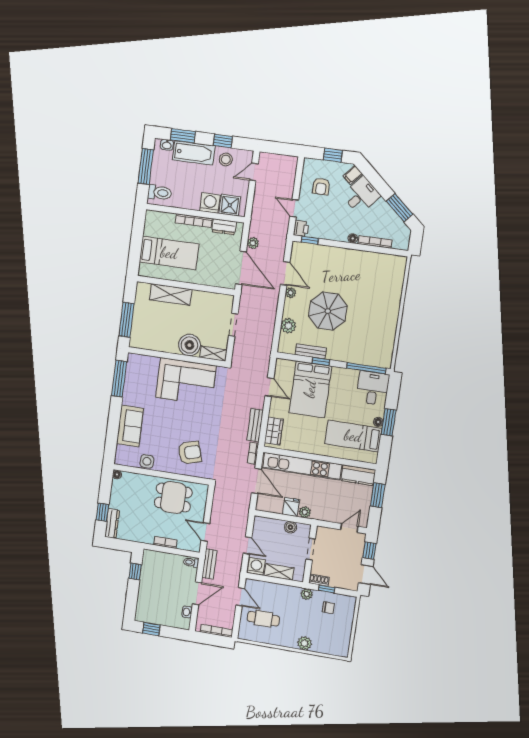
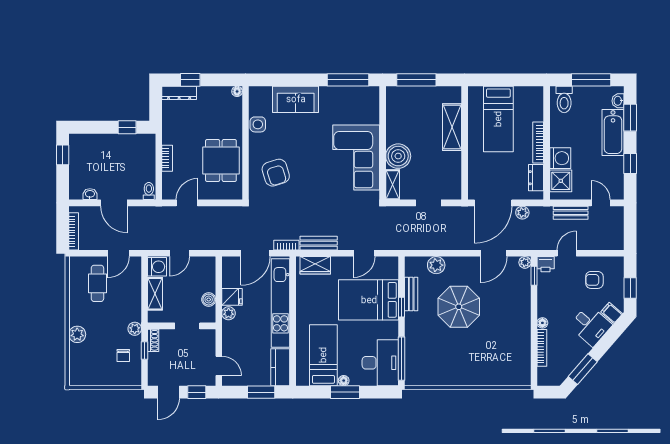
stool: (226, 159) -> (610, 170), removed
plant: (291, 293) -> (525, 262), moved
desk: (373, 388) -> (380, 363), width x1.37
bench: (209, 564) -> (571, 213), moved

